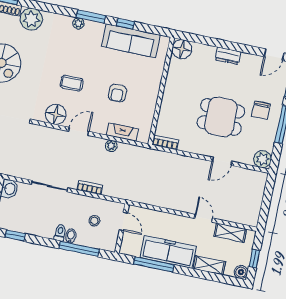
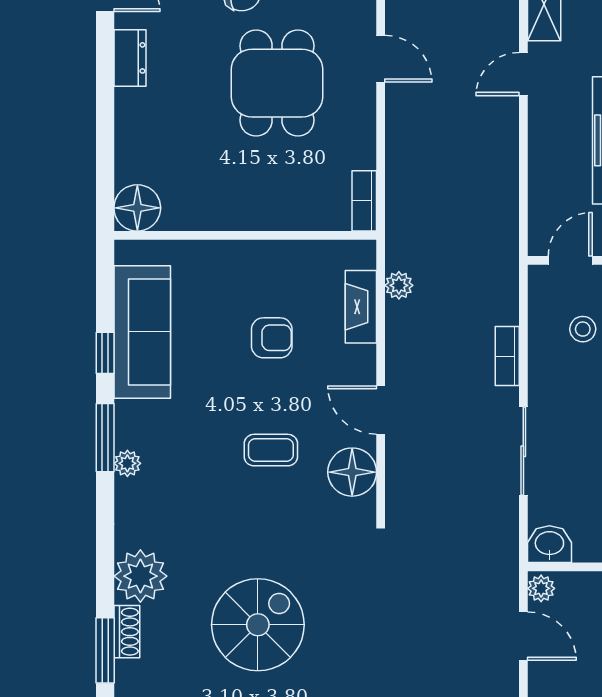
dresser: (228, 56) -> (130, 58), moved
coffee table: (72, 83) -> (271, 450), turned 90
plant: (111, 146) -> (399, 285), moved

